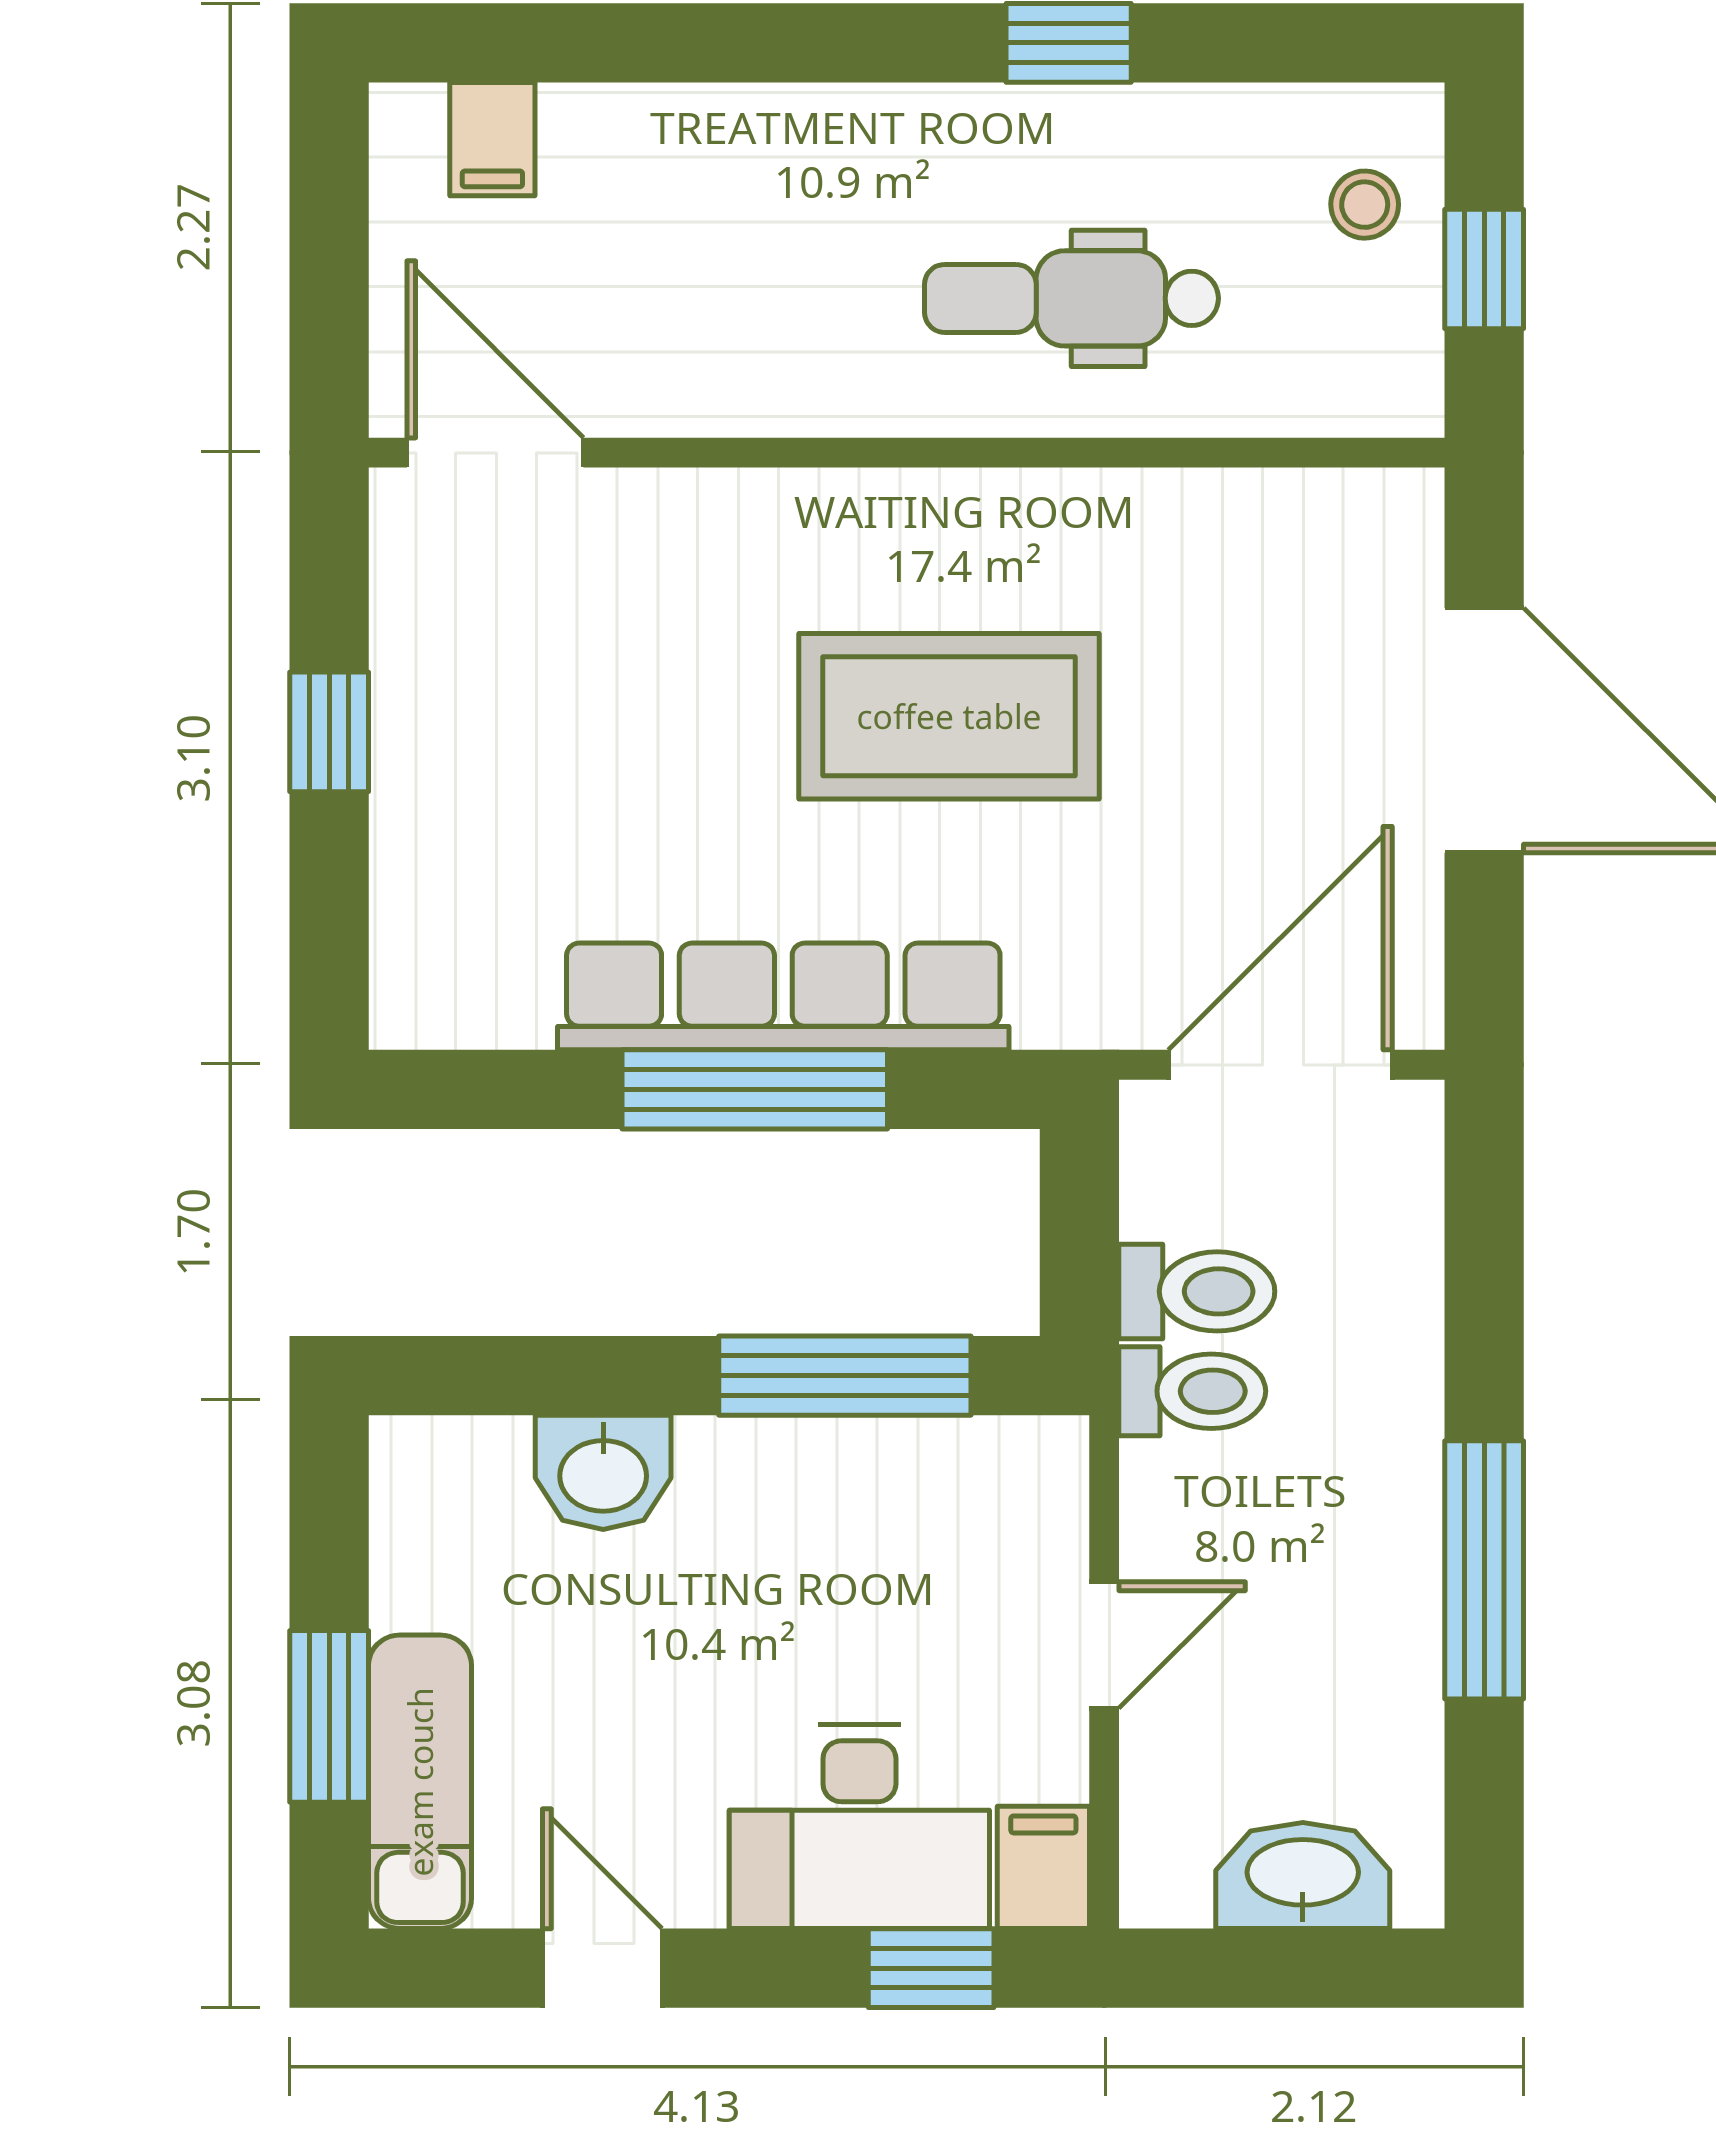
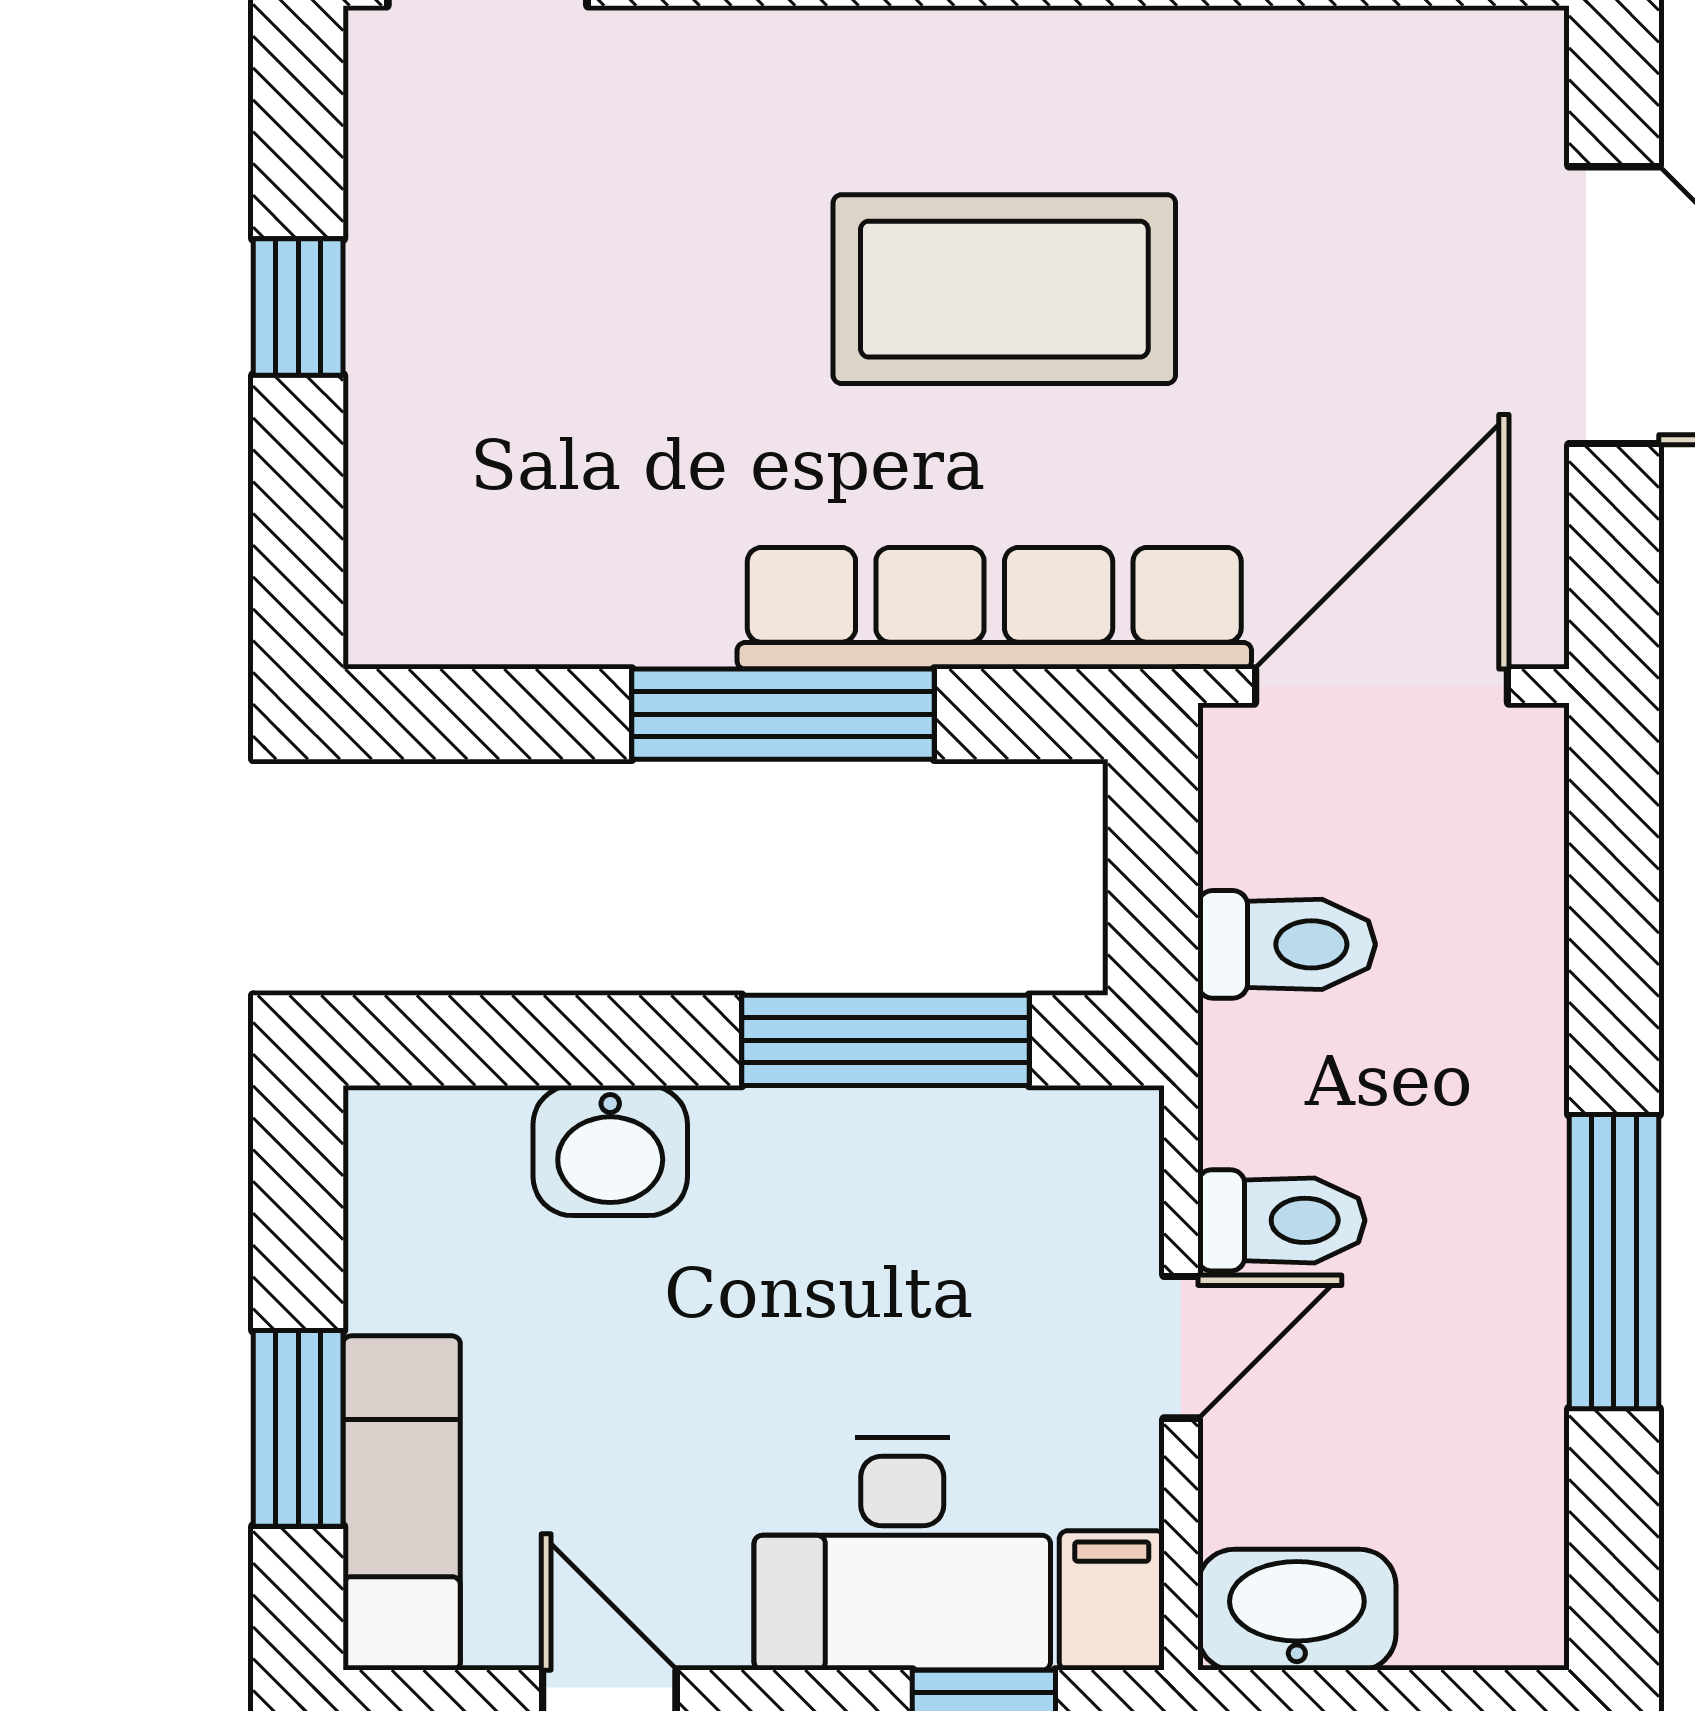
row of seats: (783, 996) -> (994, 608), moved
toilet: (1192, 1391) -> (1281, 1220), moved
washbasin: (1303, 1875) -> (1297, 1610), moved

